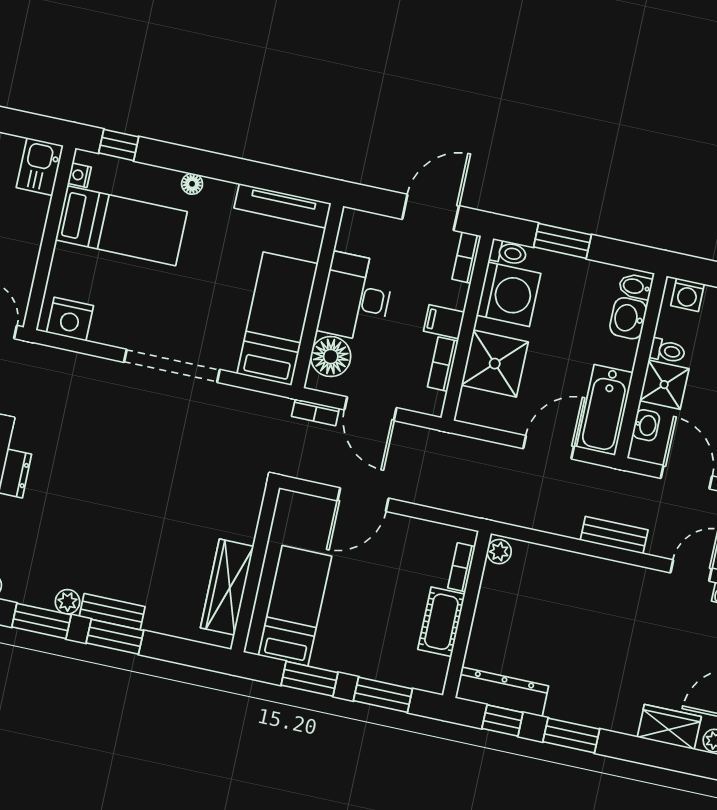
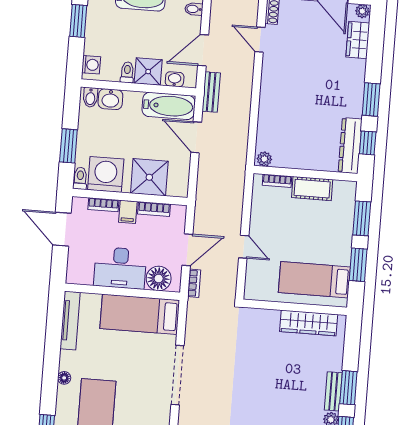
bookcase: (466, 257) -> (103, 205), moved
door: (363, 500) -> (244, 247), width x0.73
bench: (614, 535) -> (211, 92), moved

